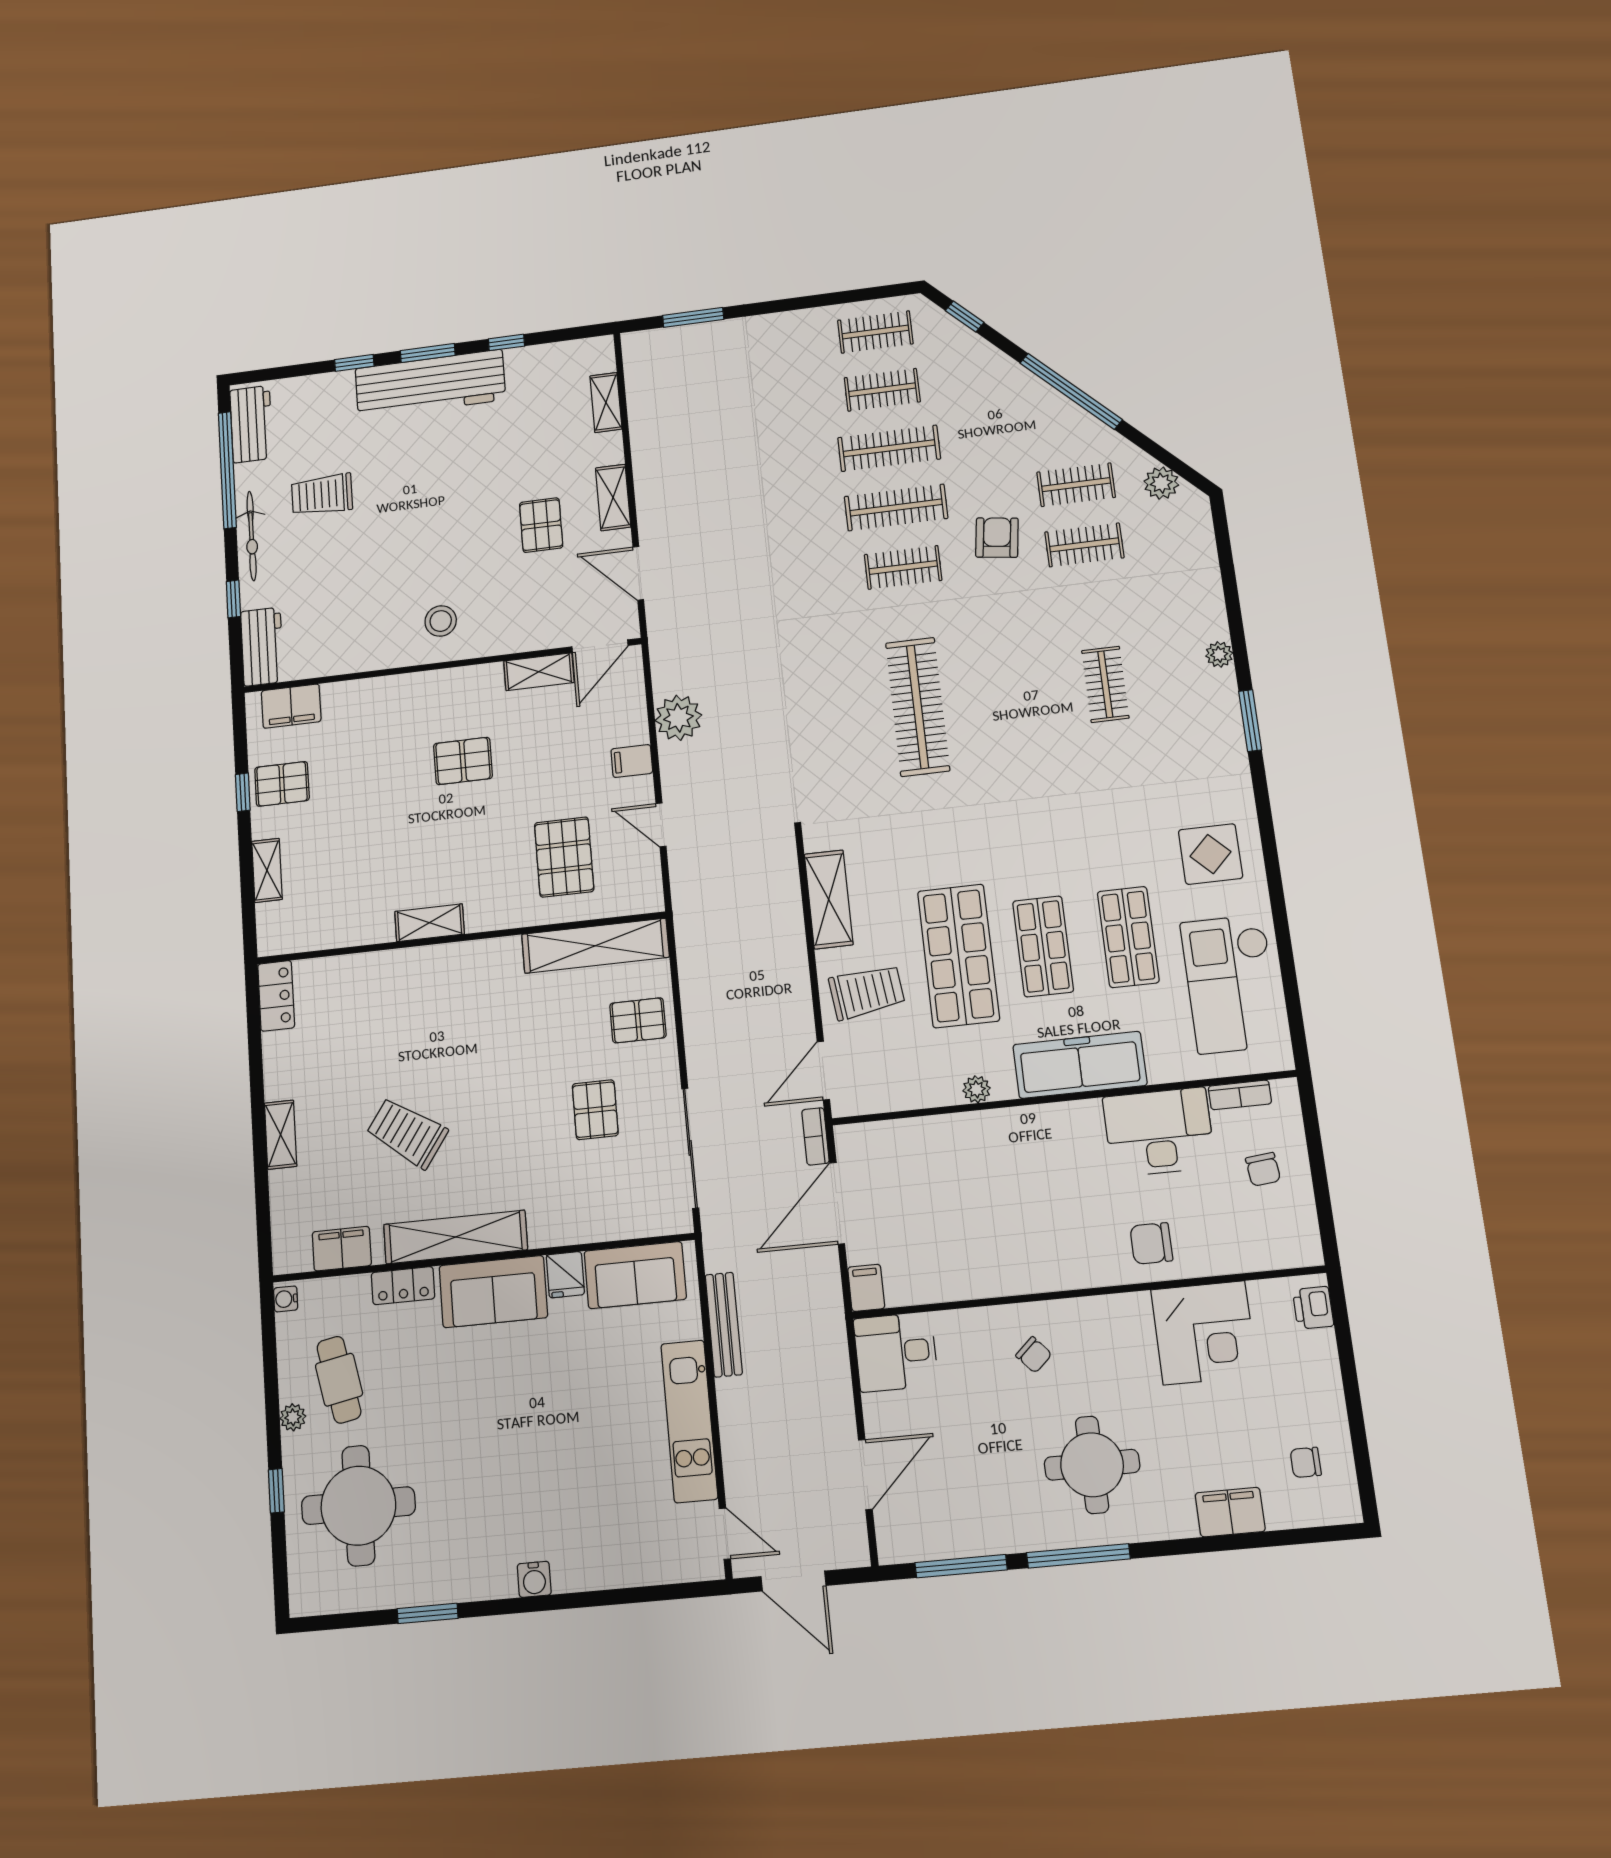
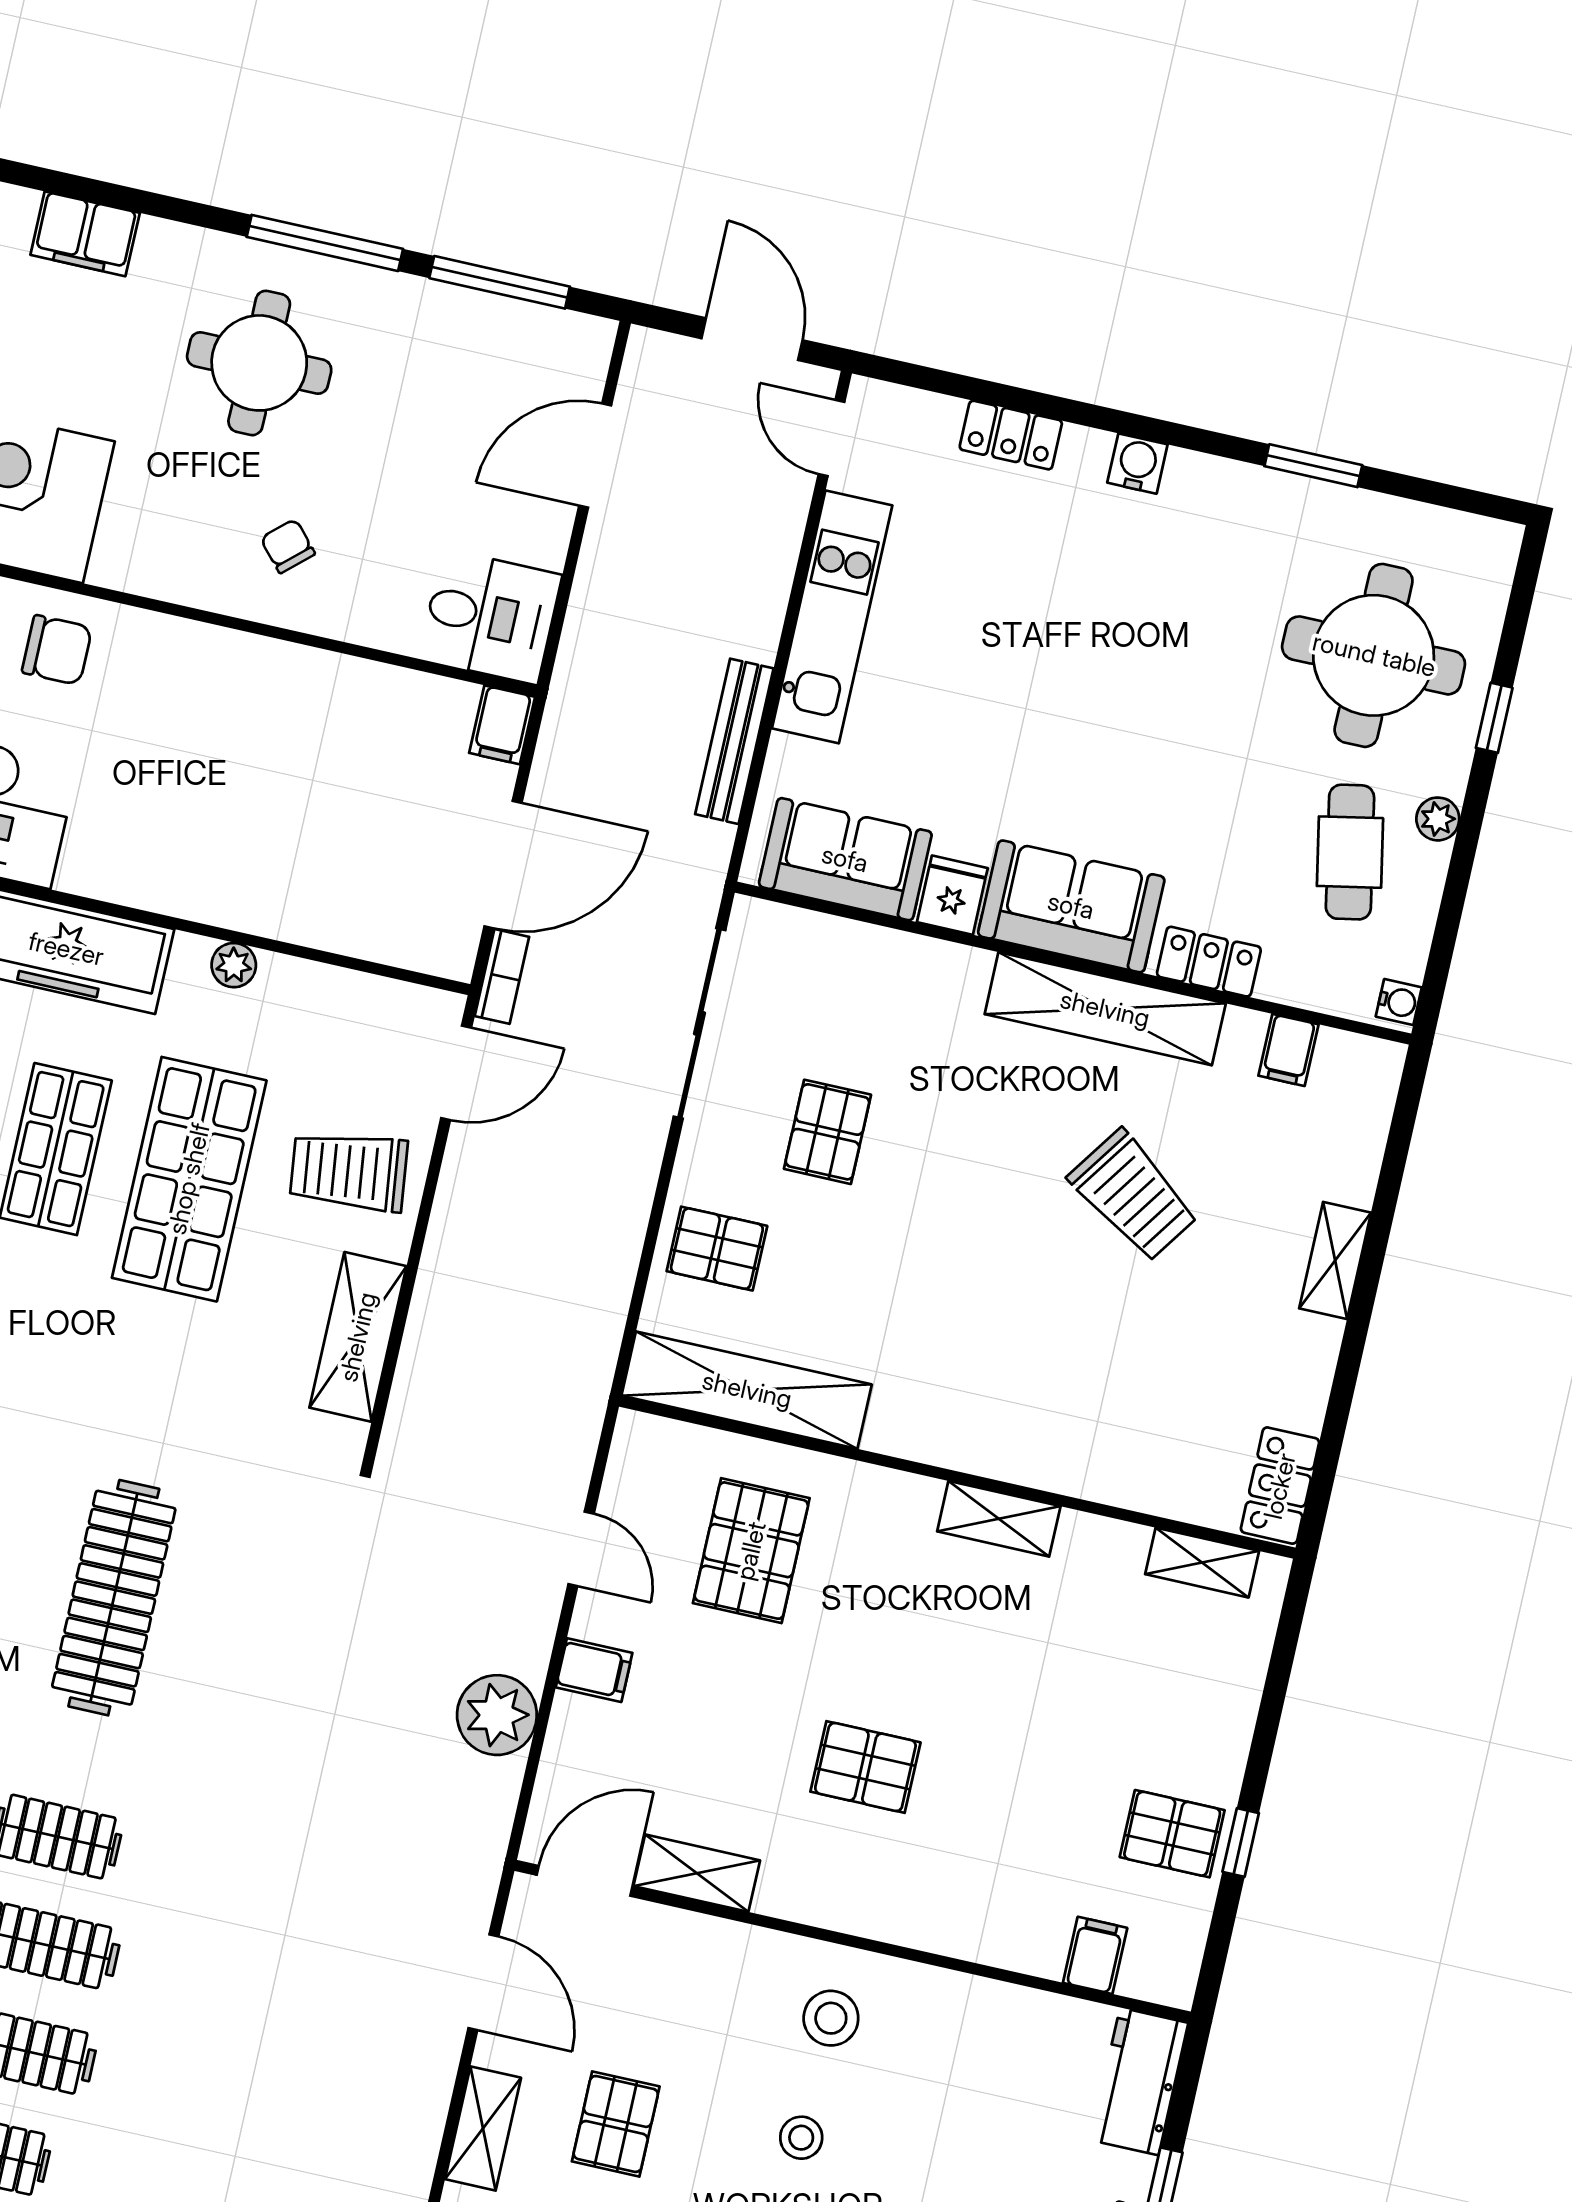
stool: (438, 553) -> (801, 2138), added
filing cabinet: (291, 706) -> (1095, 1955), width x0.50
shelving: (267, 870) -> (1202, 1563), moved, turned 90
filing cabinet: (342, 1249) -> (1288, 1050), width x0.50
locker: (616, 1572) -> (1011, 435), added

